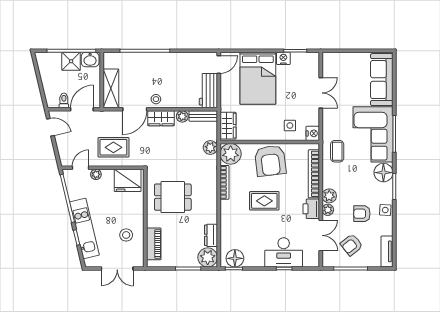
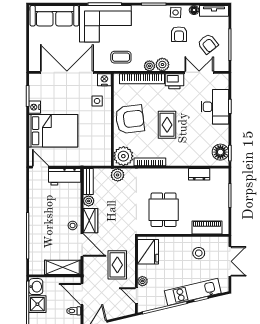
double door: (321, 93) -> (67, 72), width x1.87
wardrobe: (228, 126) -> (97, 159), removed
floor lamp: (383, 173) -> (194, 10), moved, width x0.53, depth x0.53
plant: (328, 210) -> (149, 66), moved
plant: (208, 257) -> (220, 177), removed

